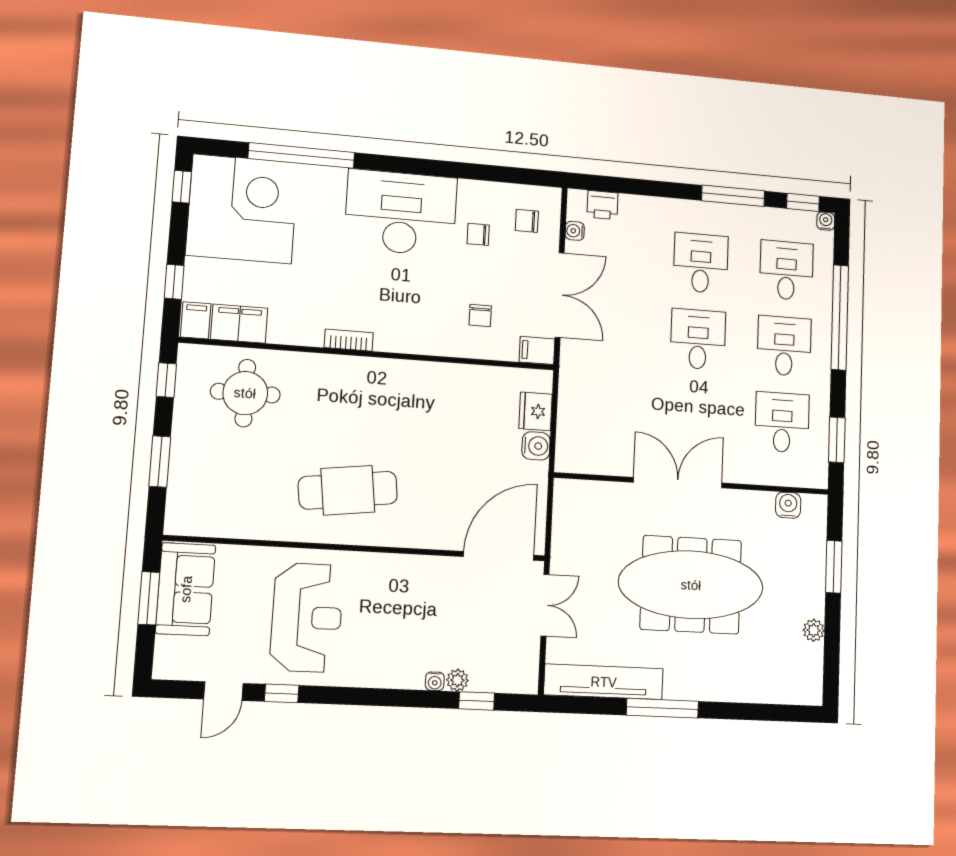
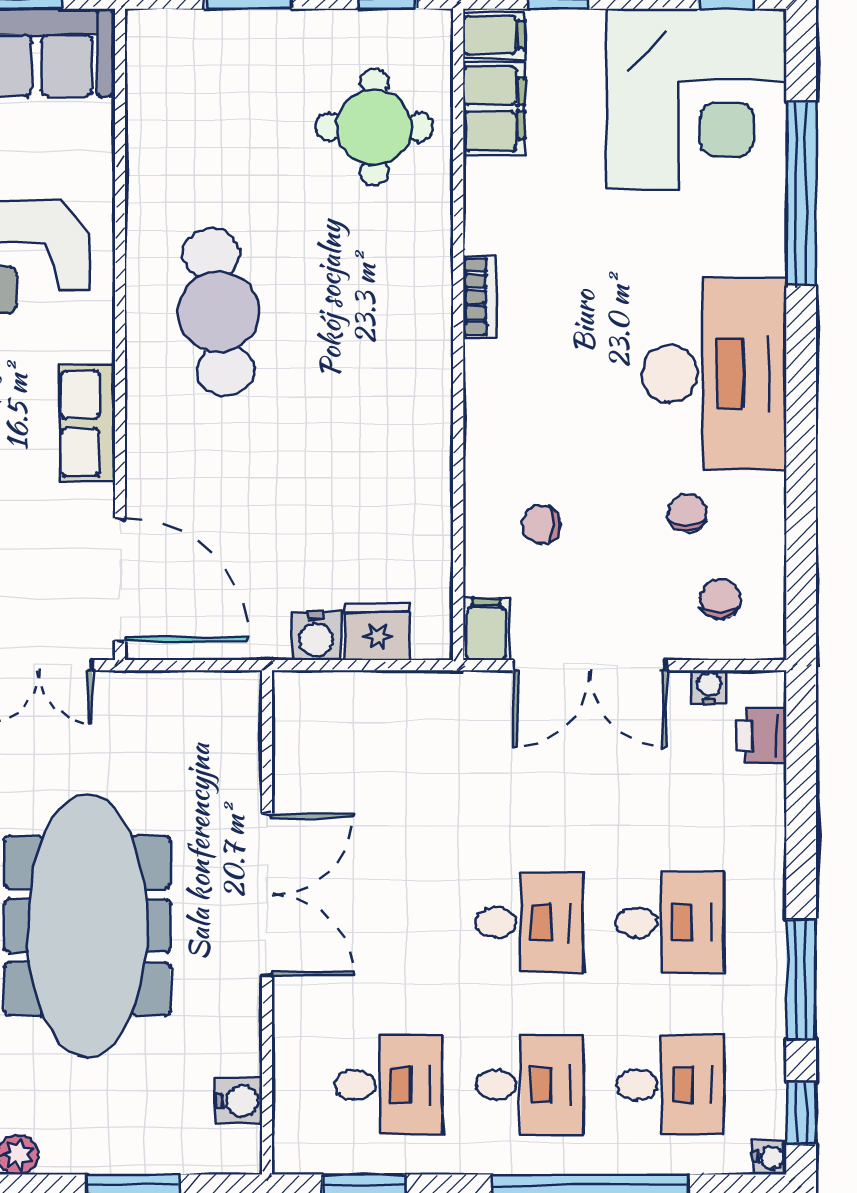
row of seats: (408, 570) -> (87, 423), added

